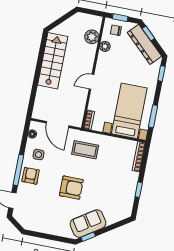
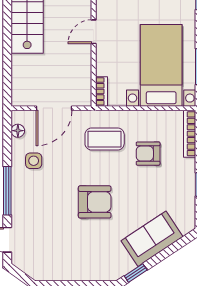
door: (57, 124) -> (54, 108), hinge flipped
armchair: (31, 176) -> (148, 154), moved, turned -90
sofa: (88, 223) -> (152, 239), moved

